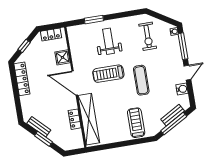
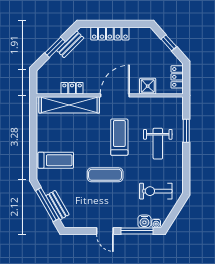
weight bench: (108, 41) -> (158, 144), turned 90
locker: (22, 79) -> (110, 34), moved
water cooler: (182, 89) -> (144, 221), moved

